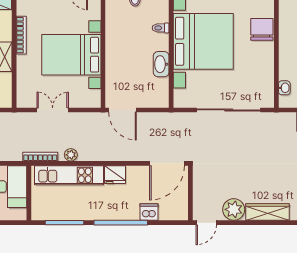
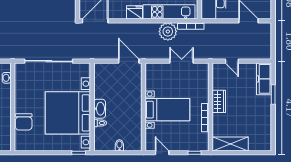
bed with nightstands: (71, 55) -> (167, 110), width x0.73
washbasin: (161, 64) -> (100, 109), moved
double door: (53, 110) -> (182, 61), swing flipped
plant: (71, 155) -> (168, 31), width x1.87, depth x1.87

